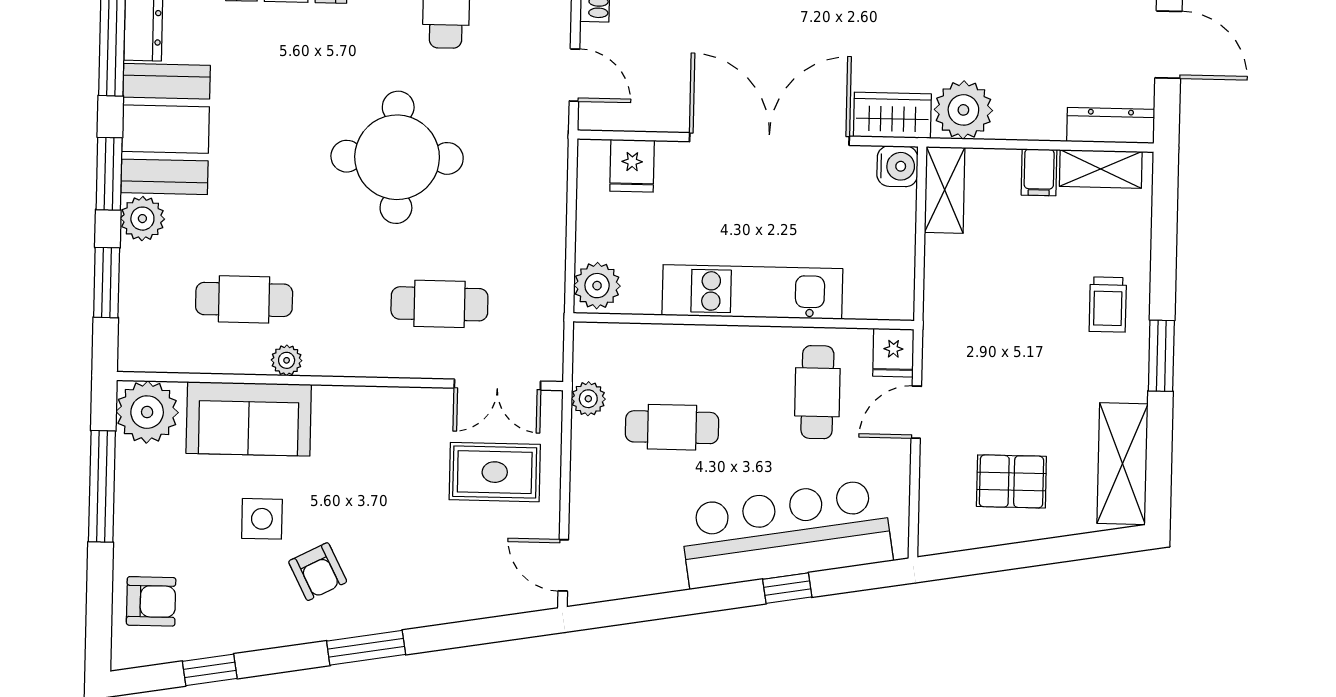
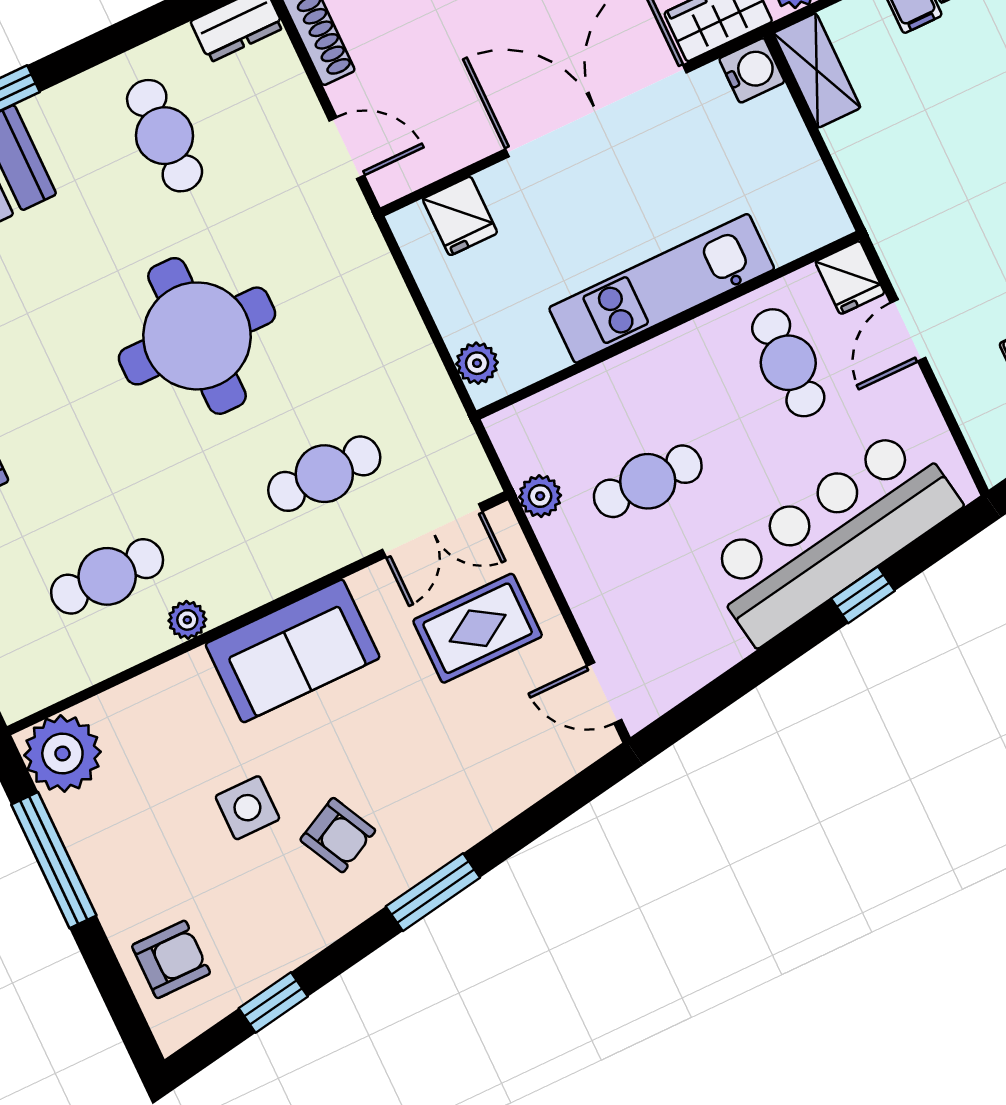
plant: (597, 286) -> (477, 363), width x0.73, depth x0.73
sofa: (249, 419) -> (293, 651), moved

